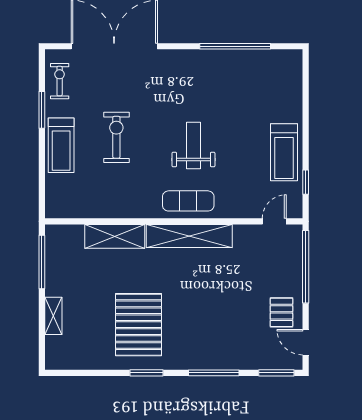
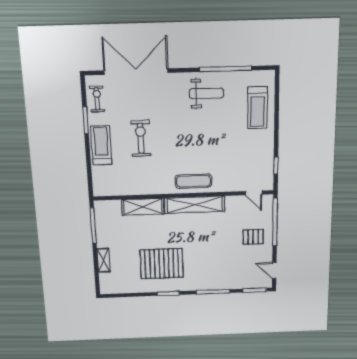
treadmill: (61, 145) -> (101, 145), turned 180
weight bench: (193, 145) -> (206, 93), moved, turned 90
treadmill: (284, 152) -> (257, 108), moved
door: (274, 221) -> (254, 193), swing flipped
pallet: (281, 312) -> (253, 237), moved, turned 90
pallet: (138, 325) -> (162, 264), turned 90

